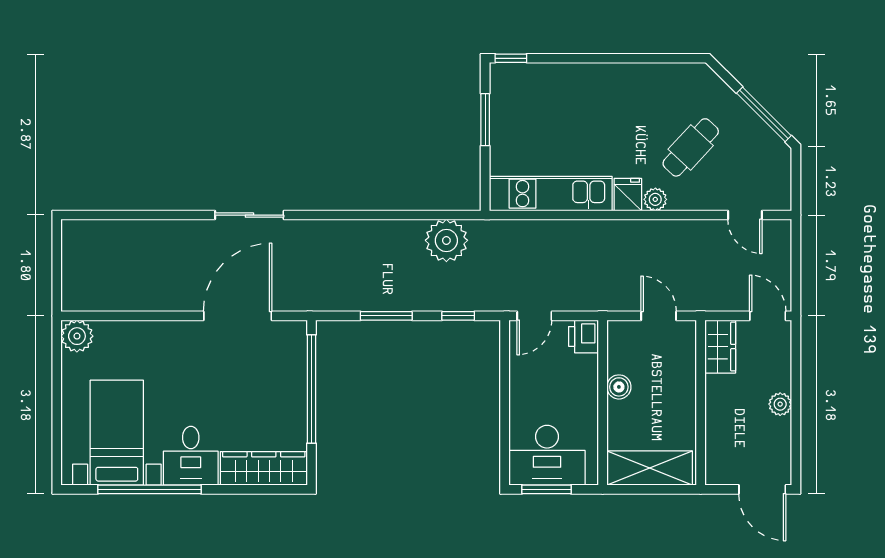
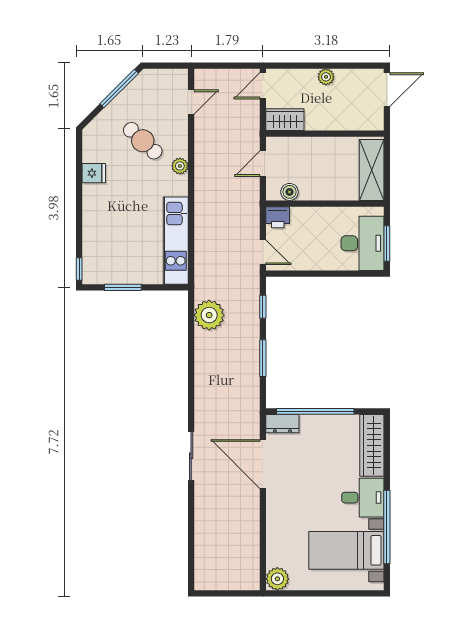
fridge: (628, 195) -> (94, 173), moved, turned 180
dresser: (294, 343) -> (282, 424), added
boiler: (619, 387) -> (289, 192), moved

